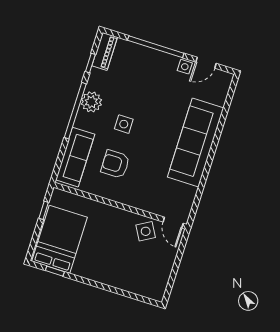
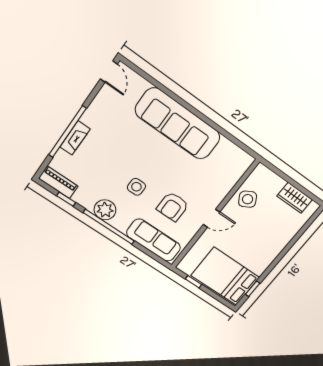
fireplace: (152, 55) -> (75, 138), added
door: (206, 63) -> (109, 72), moved
side table: (185, 67) -> (97, 109), removed
door: (173, 223) -> (212, 218), moved
wardrobe: (161, 275) -> (295, 198), added

